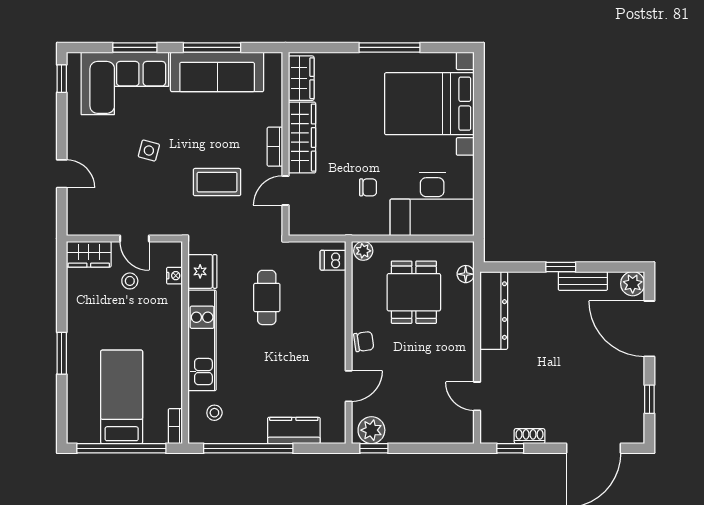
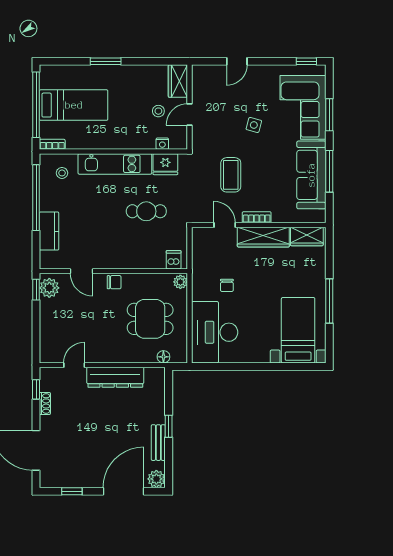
bed with nightstands: (429, 104) -> (298, 330), width x0.73
dresser: (494, 311) -> (115, 377), moved
chair: (364, 342) -> (114, 282), turned -82

